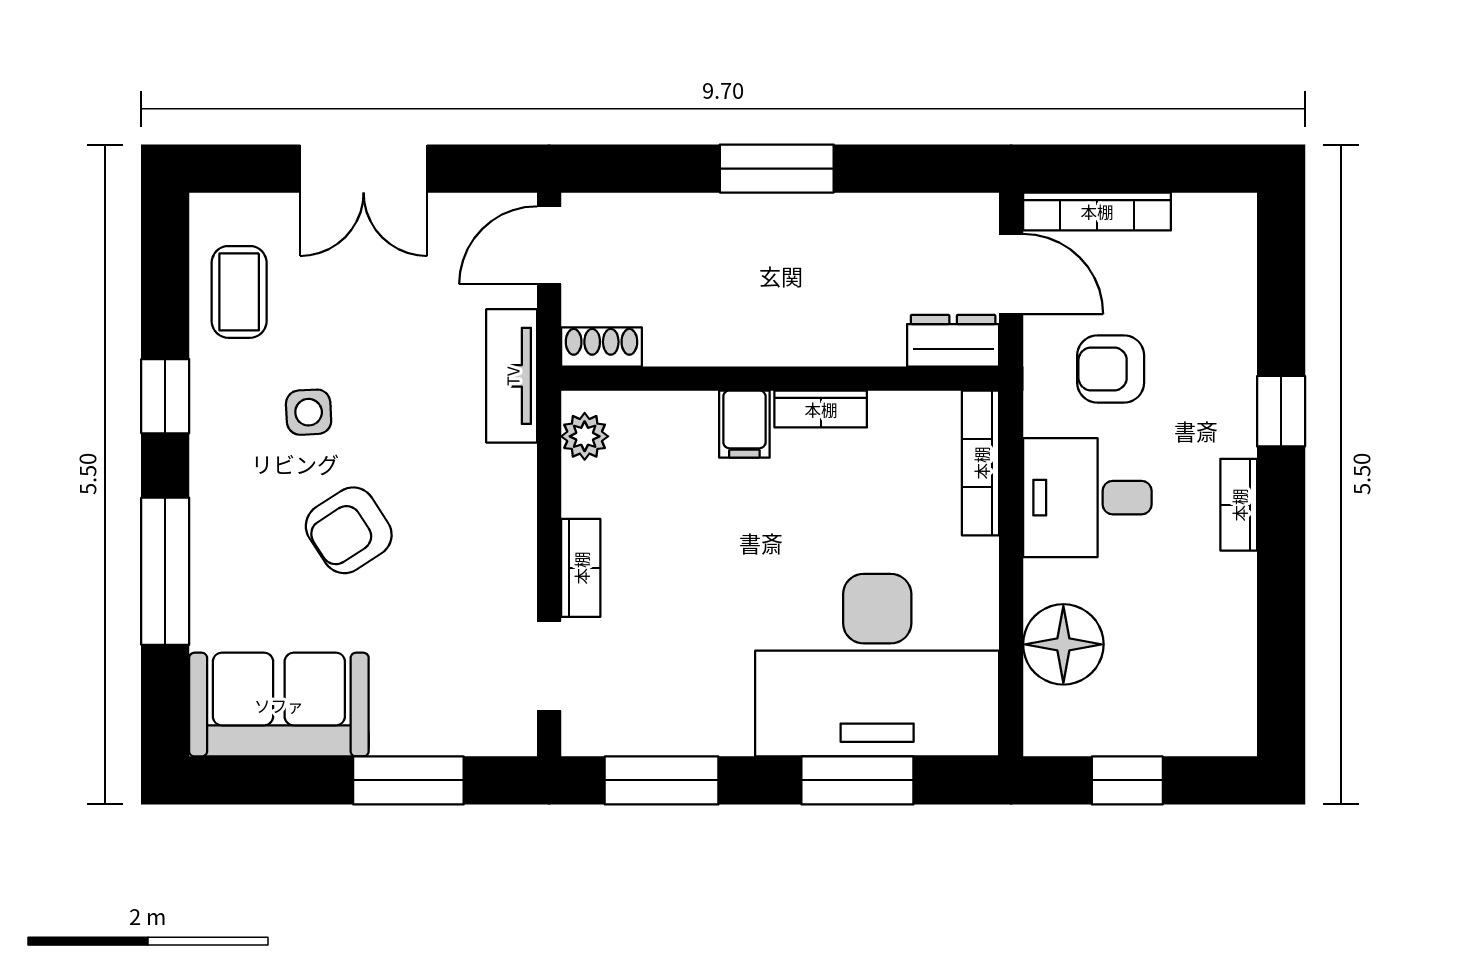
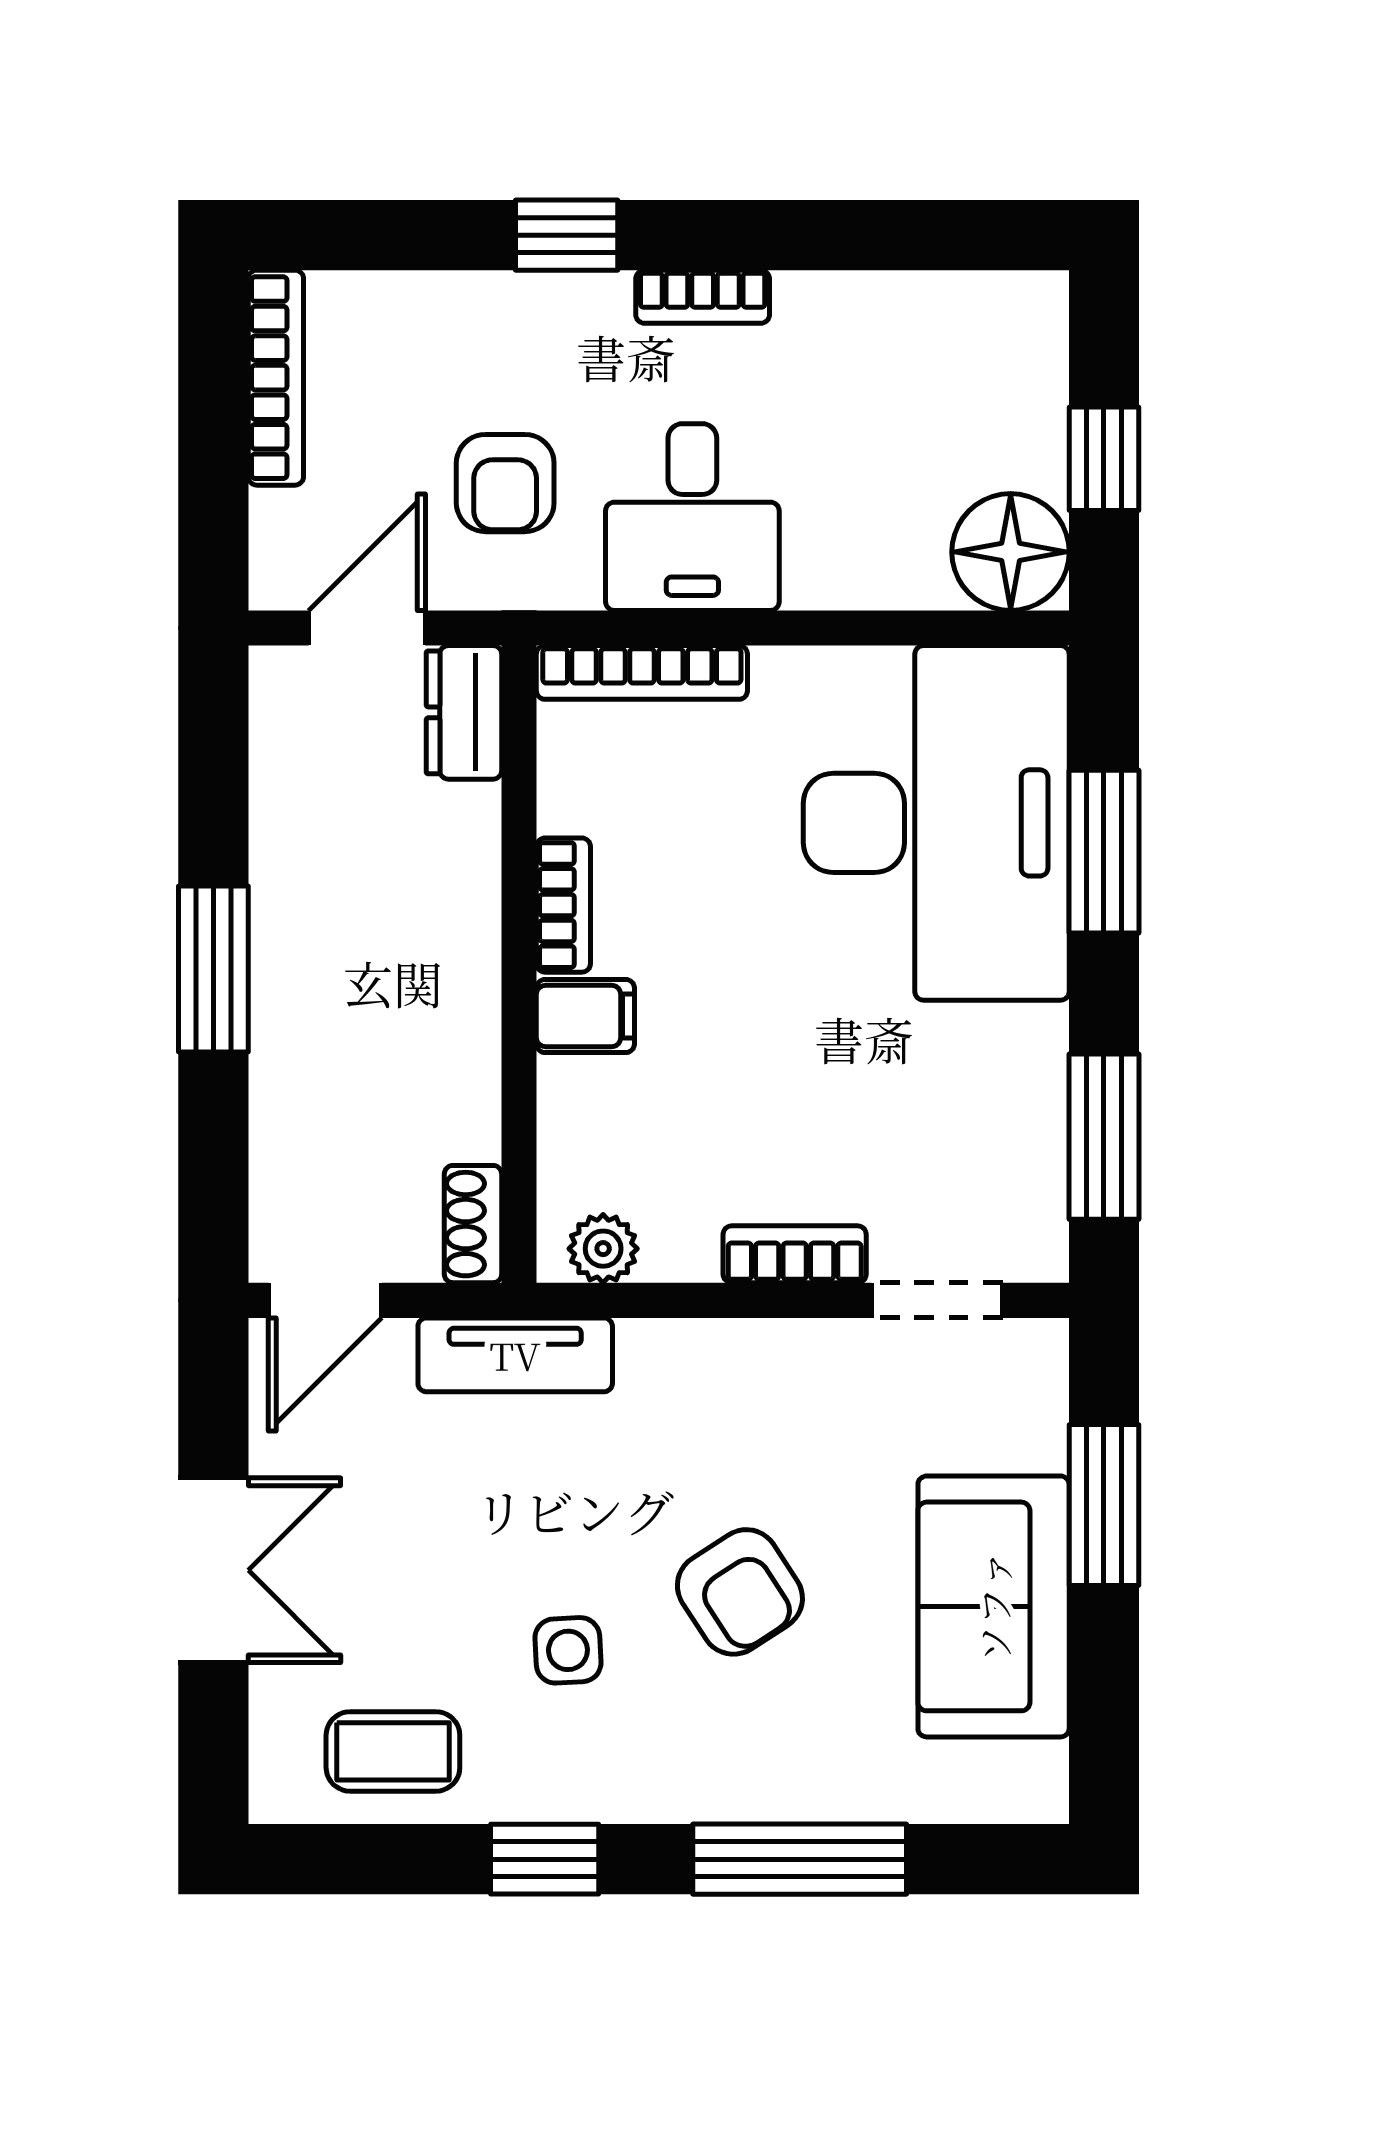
bookcase: (1097, 211) -> (276, 378), moved
door: (549, 245) -> (325, 1300), hinge flipped
floor lamp: (1063, 644) -> (1011, 552), moved
sofa: (279, 705) -> (994, 1606), moved

